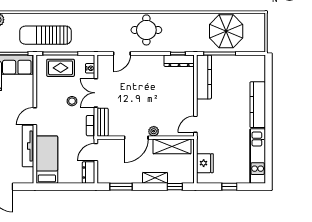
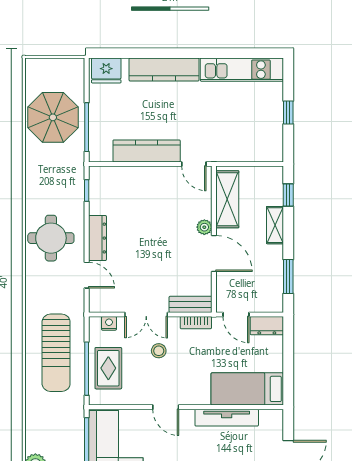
sun lounger: (45, 35) -> (56, 353), moved
dresser: (179, 61) -> (97, 238), moved
kitchen counter: (204, 77) -> (147, 151), moved
door: (35, 116) -> (166, 407), moved
fridge: (205, 163) -> (106, 71), moved, turned 180

